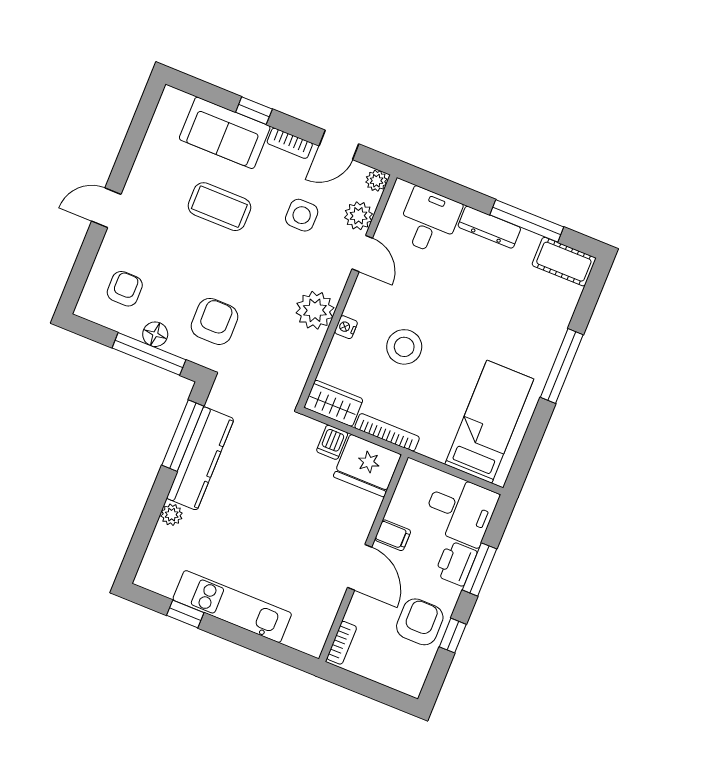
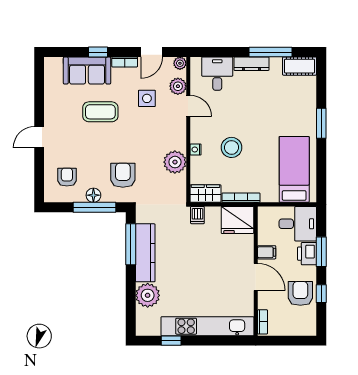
plant: (315, 310) -> (175, 162), moved
window: (562, 366) -> (321, 123), width x0.69
dishwasher: (332, 442) -> (197, 215), moved
plant: (172, 515) -> (148, 295), width x1.87, depth x1.87
kitchen unit: (232, 607) -> (207, 326), width x1.36

